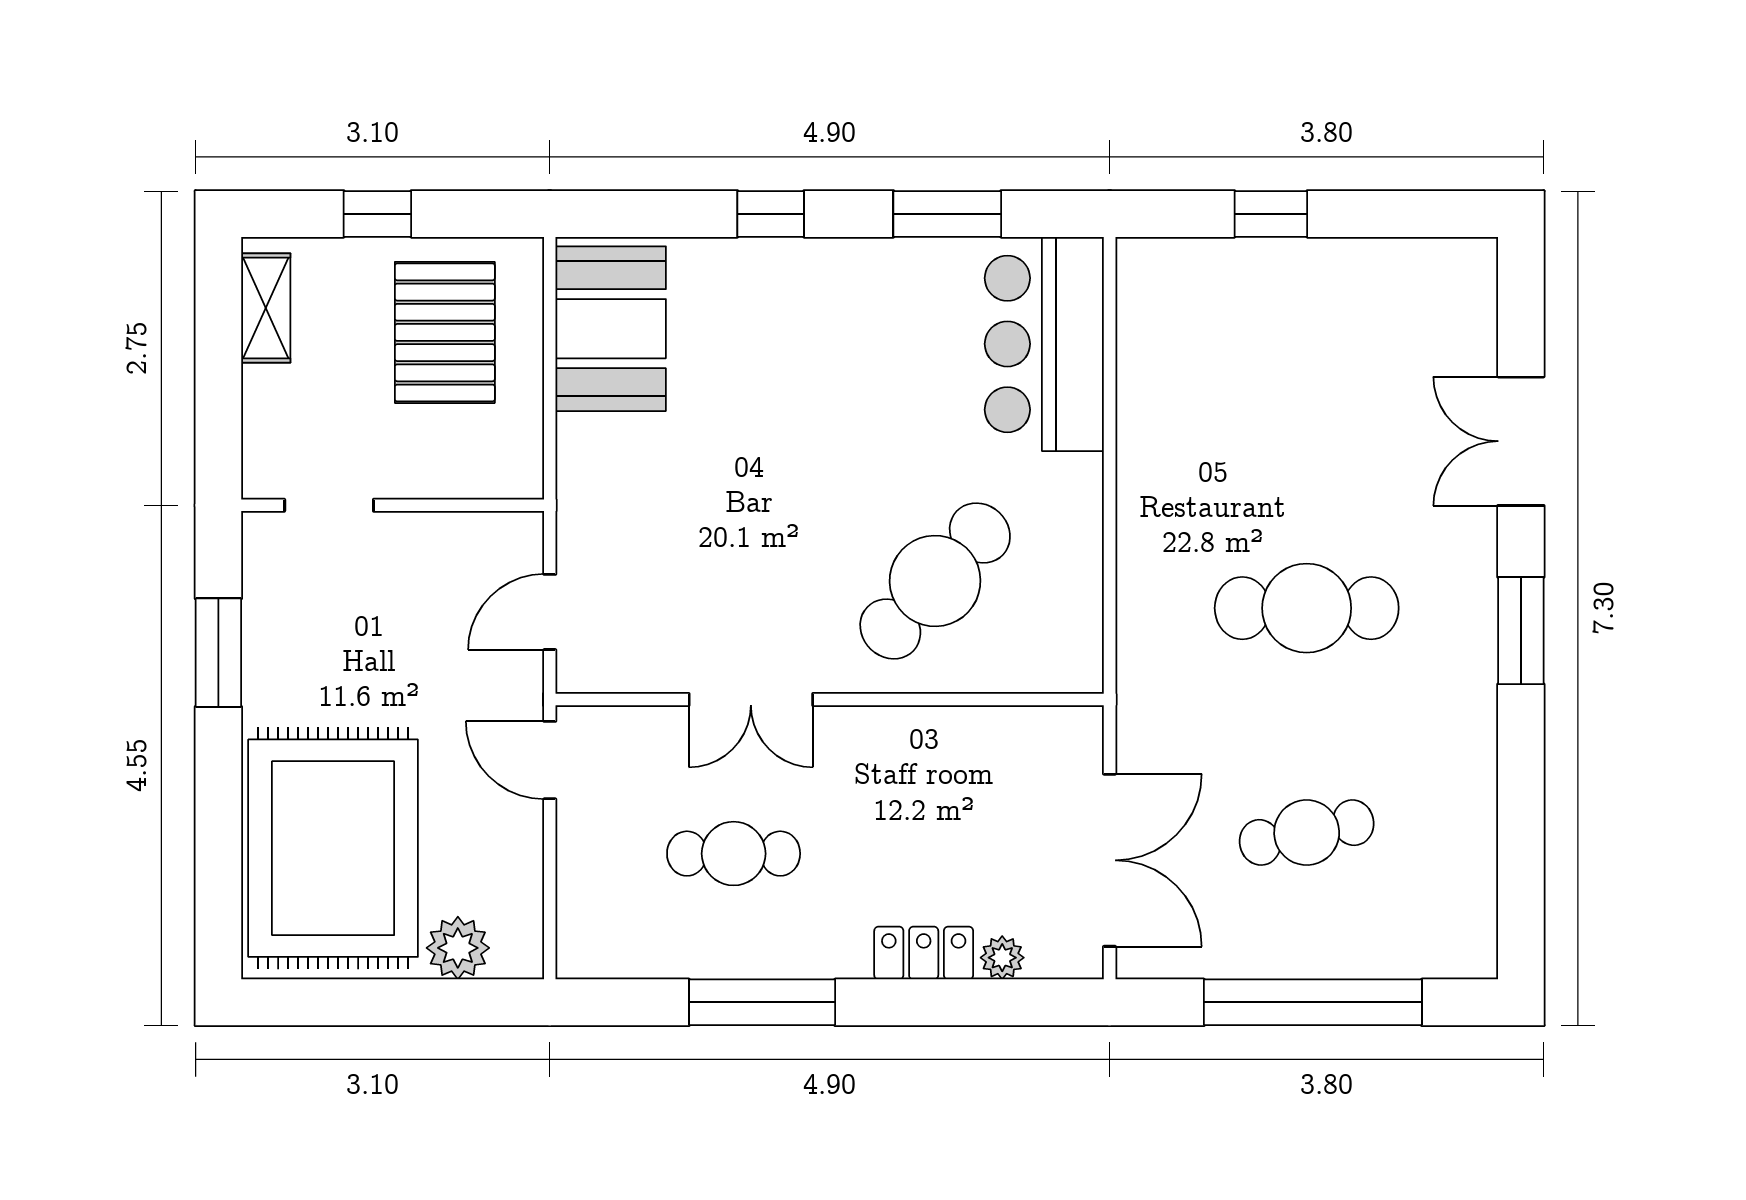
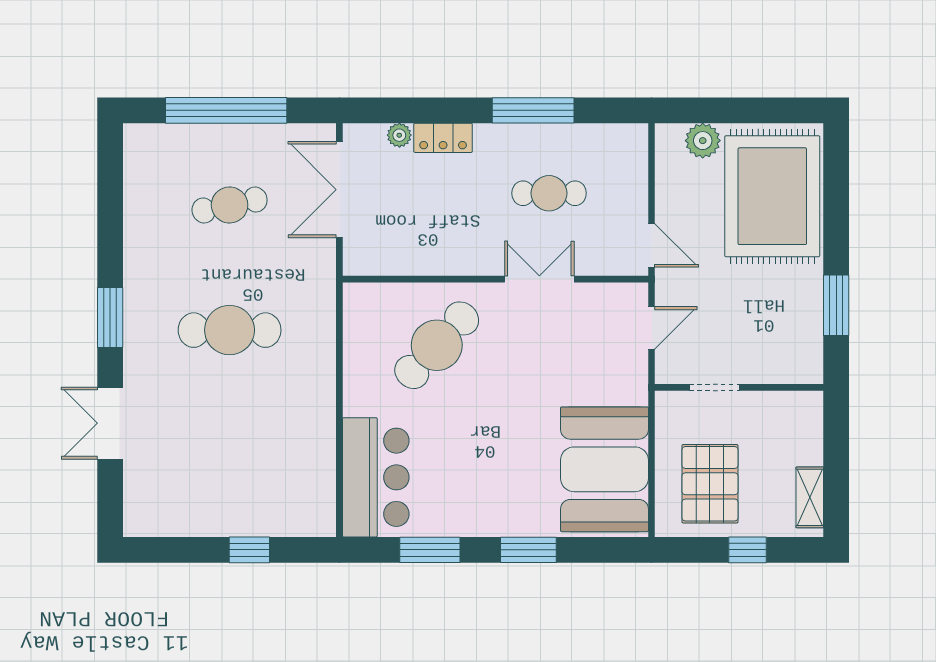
window: (771, 214) -> (528, 550), width x1.50
booth: (611, 329) -> (604, 469), width x1.36, depth x1.42
double door: (1521, 441) -> (110, 423), swing flipped
doorway: (329, 505) -> (715, 387), moved

